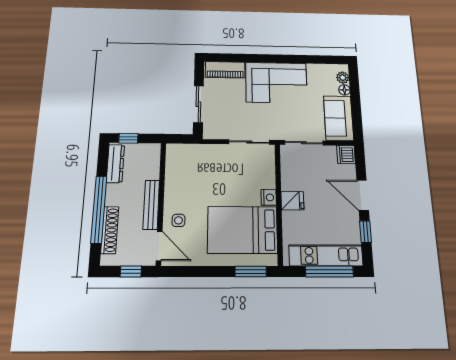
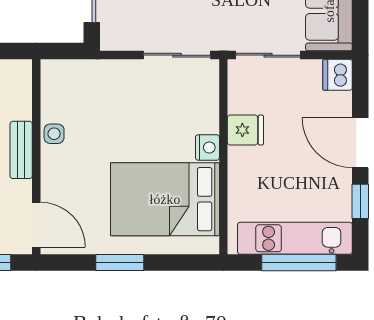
fridge: (292, 201) -> (245, 130), moved
bench: (151, 205) -> (21, 150), width x0.73
side table: (178, 220) -> (54, 134), moved
window: (251, 271) -> (120, 263), moved

